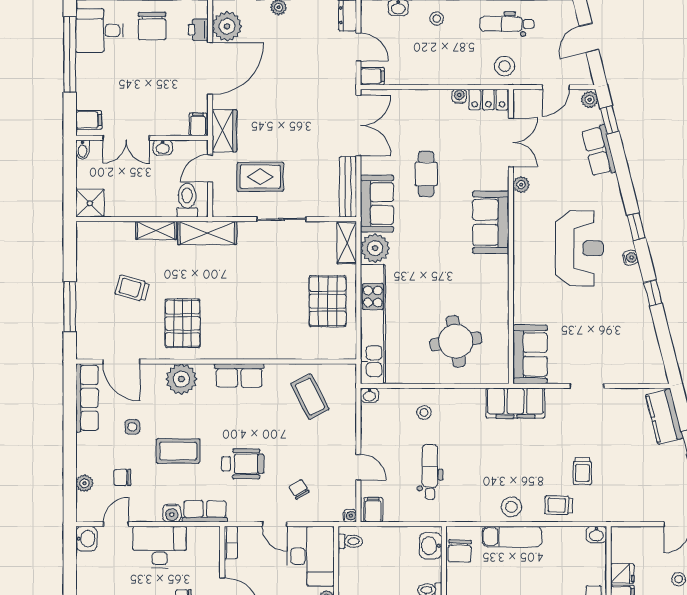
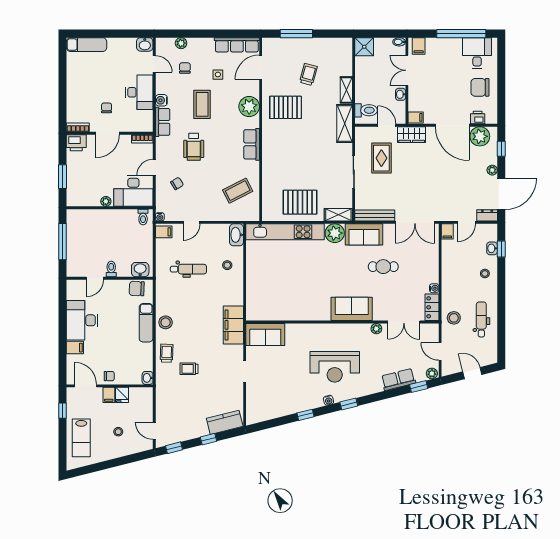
round table: (456, 341) -> (274, 286), removed
washbasin: (369, 395) -> (236, 235), width x1.91, depth x1.45

